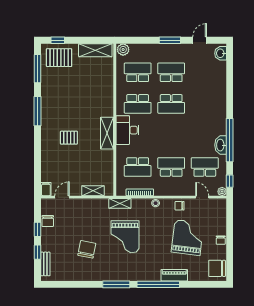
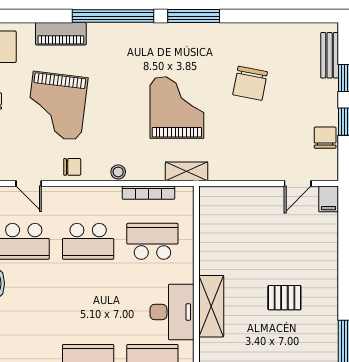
shelving: (93, 191) -> (238, 196), removed
piano: (174, 275) -> (61, 34), moved

